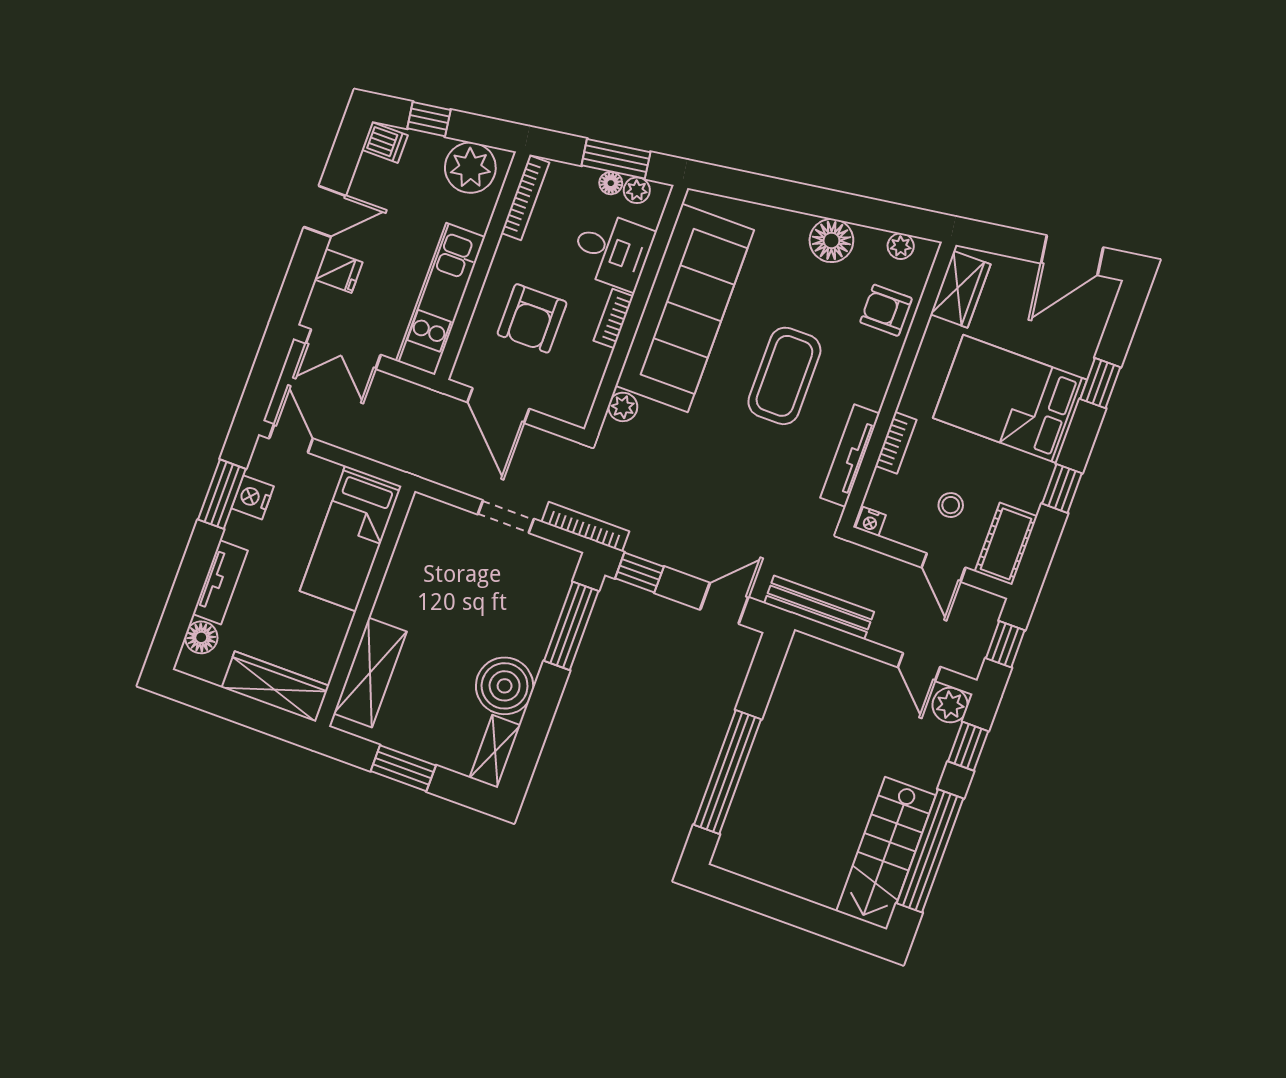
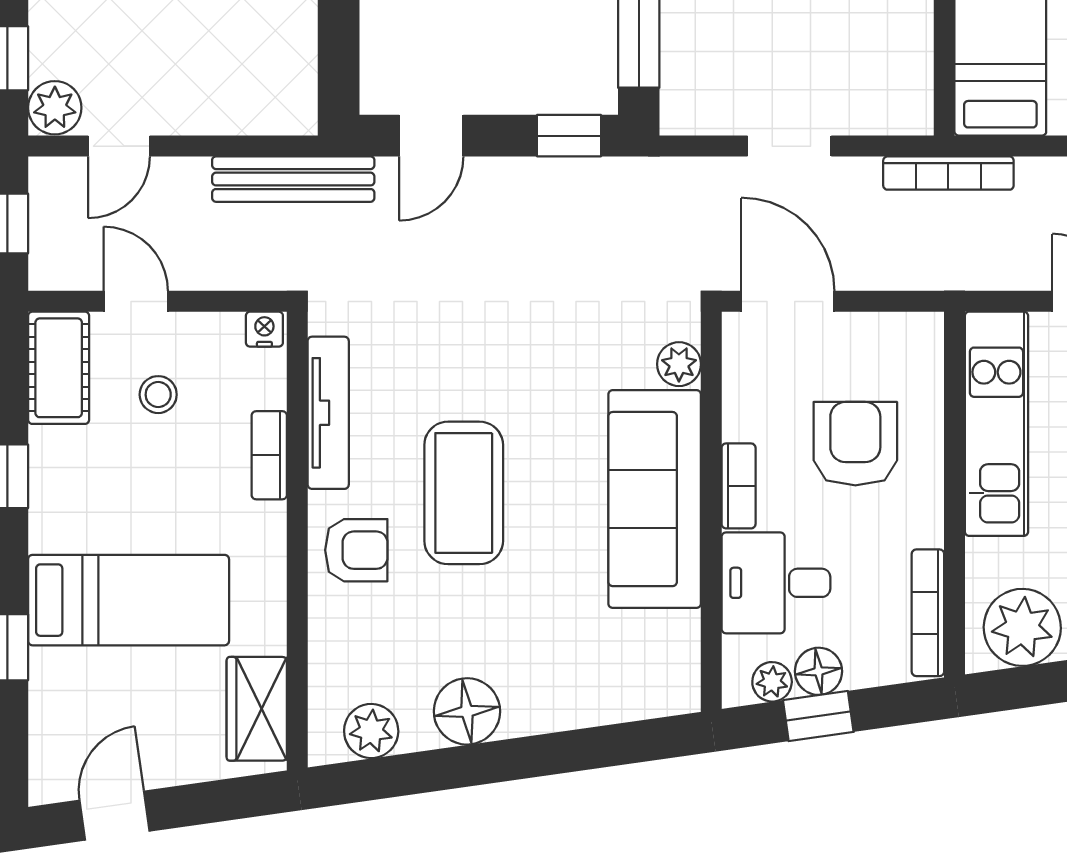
window: (616, 159) -> (818, 716), width x0.67
floor lamp: (611, 183) -> (819, 671), width x1.37, depth x1.37
plant: (901, 246) -> (371, 731), width x1.38, depth x1.38
door: (1072, 255) -> (114, 816), width x0.73
sofa: (685, 308) -> (655, 499), width x0.74, depth x0.79
armchair: (886, 310) -> (356, 550), moved
bed: (1010, 399) -> (129, 600), width x0.67
door: (498, 405) -> (788, 301), moved
bookcase: (585, 527) -> (948, 173), moved
door: (919, 667) -> (119, 146), swing flipped

